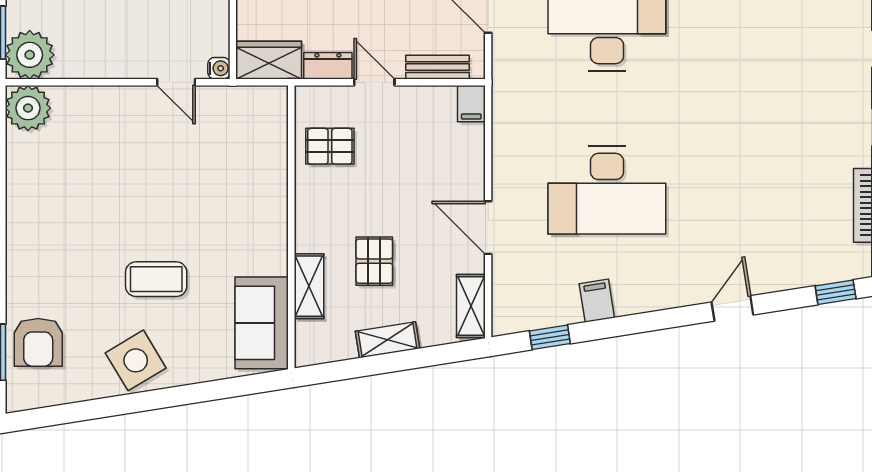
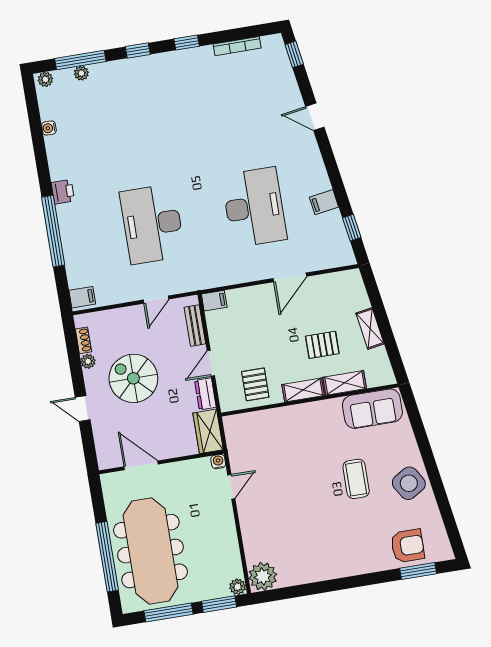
plant: (30, 55) -> (238, 587), width x0.53, depth x0.53
shelving: (471, 306) -> (303, 390), moved

